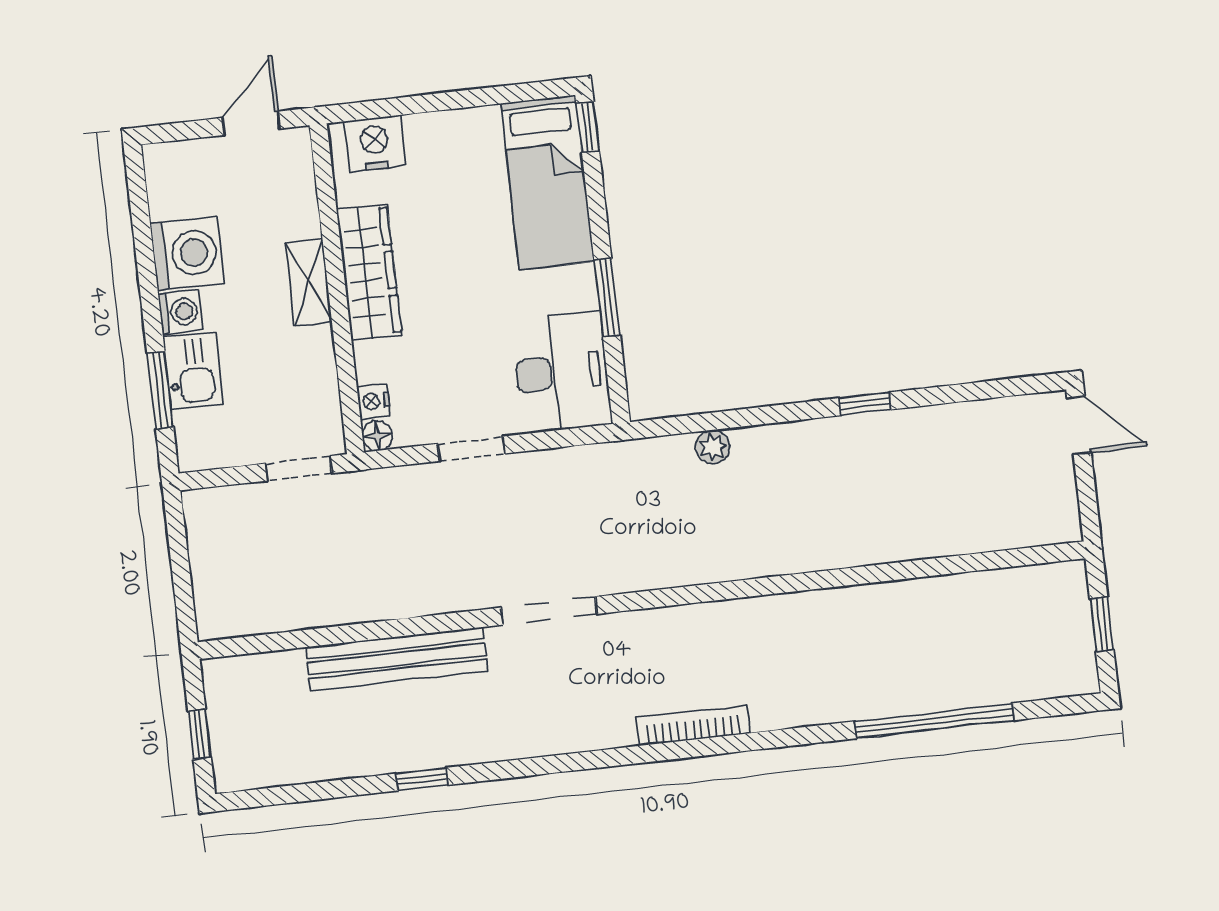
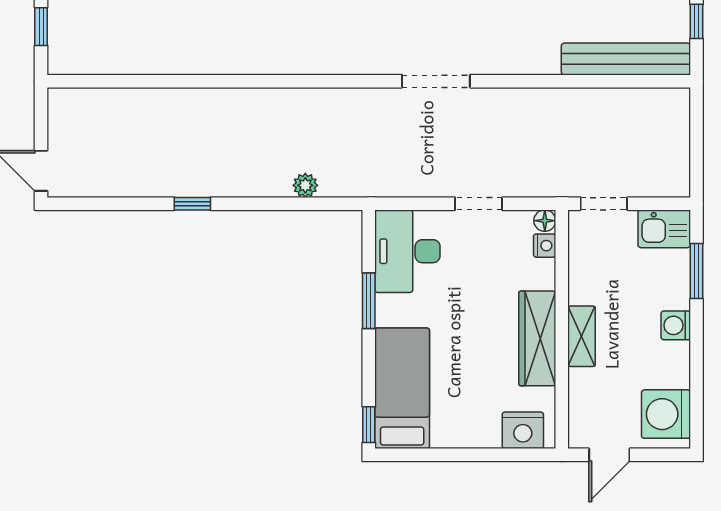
washing machine: (187, 253) -> (666, 414), moved
kitchen sink: (193, 371) -> (664, 229), moved, turned -90
bench: (397, 659) -> (626, 59), moved

